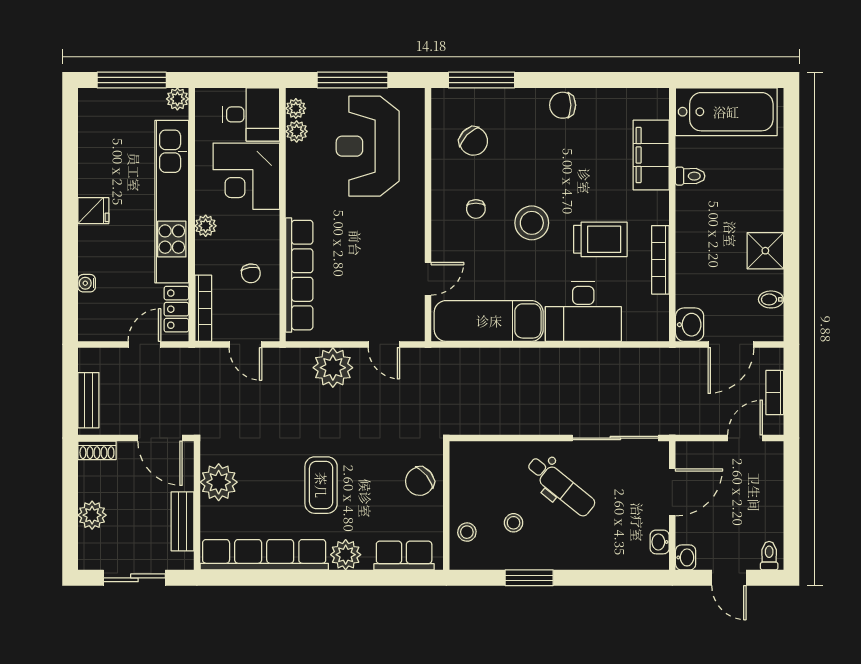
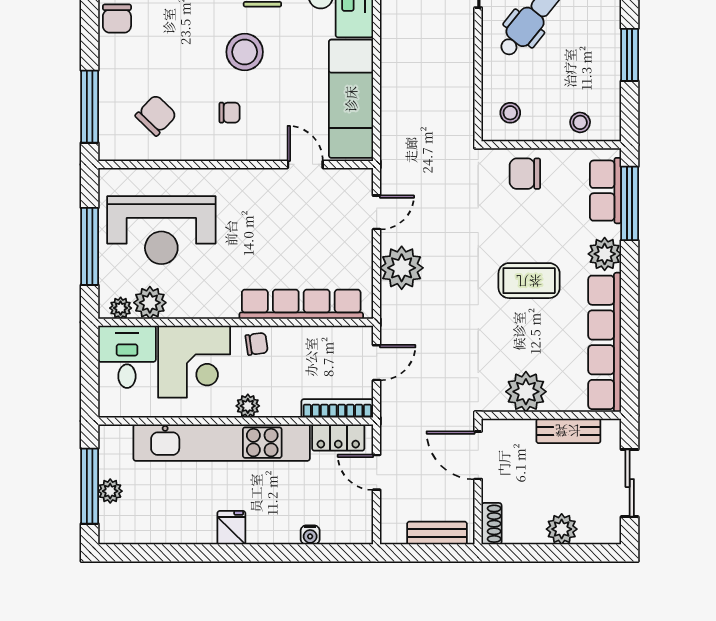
plant: (177, 99) -> (110, 491), moved
plant: (297, 131) -> (150, 303), width x1.38, depth x1.38
chair: (251, 273) -> (257, 344), moved
door: (160, 438) -> (478, 455), swing flipped
chair: (420, 481) -> (525, 174), turned 129
stool: (514, 523) -> (510, 113), moved
window: (392, 578) -> (630, 203), added

